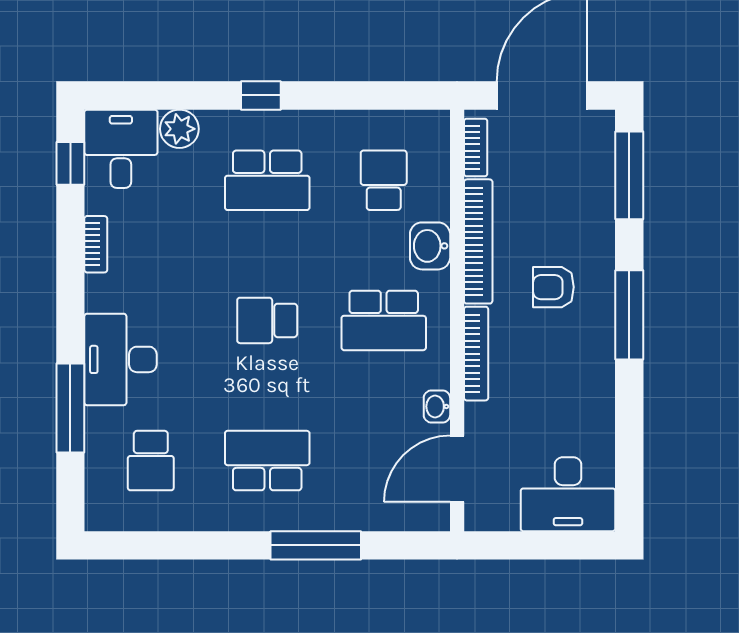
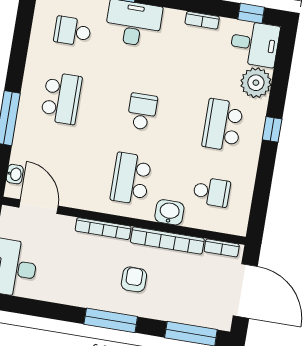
plant: (179, 129) -> (256, 83), width x1.36, depth x1.36
washbasin: (437, 406) -> (15, 174), moved, turned 90

